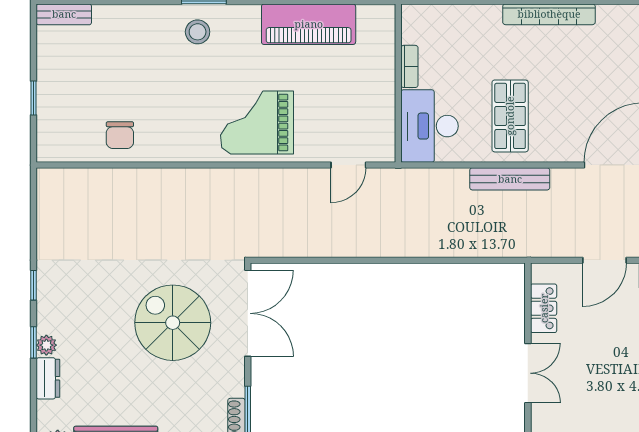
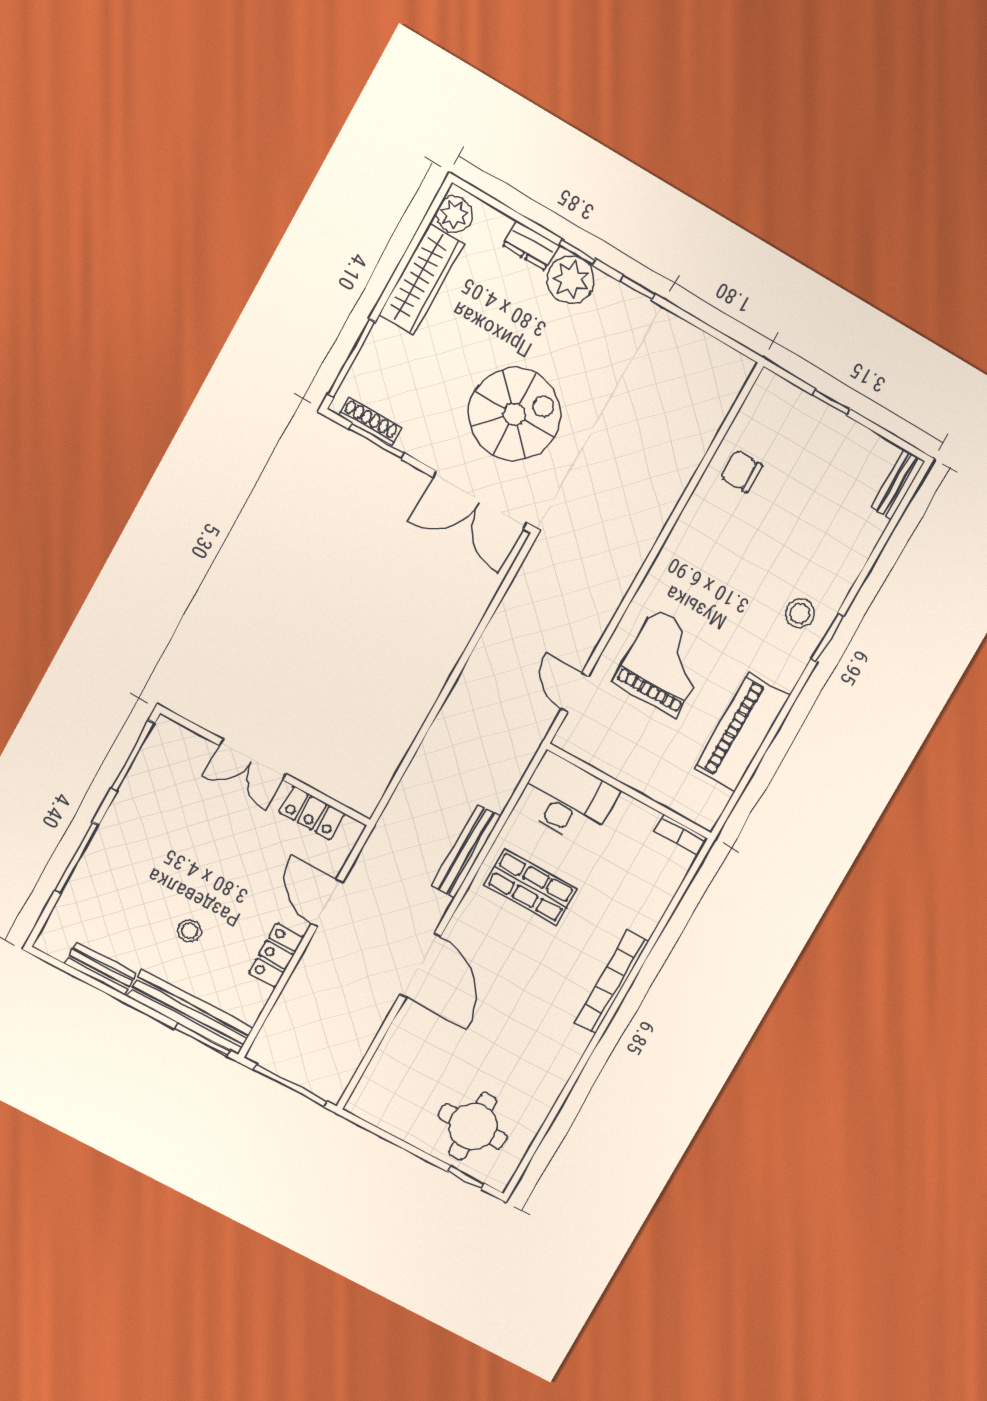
bookcase: (409, 66) -> (681, 835), moved
grand piano: (257, 123) -> (665, 663), moved
plant: (46, 345) -> (571, 280), width x1.88, depth x1.88

